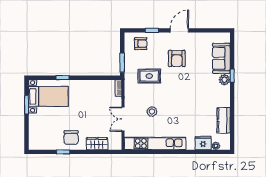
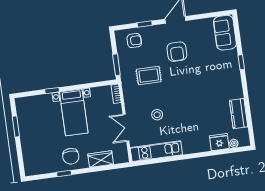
sofa: (221, 58) -> (225, 33), moved
plant: (224, 80) -> (233, 68), removed
bed with nightstands: (48, 96) -> (74, 112), moved, turned 90
kitchen unit: (155, 143) -> (156, 151), width x0.73

